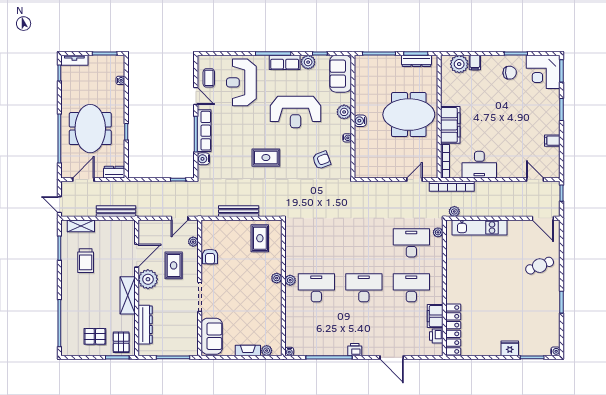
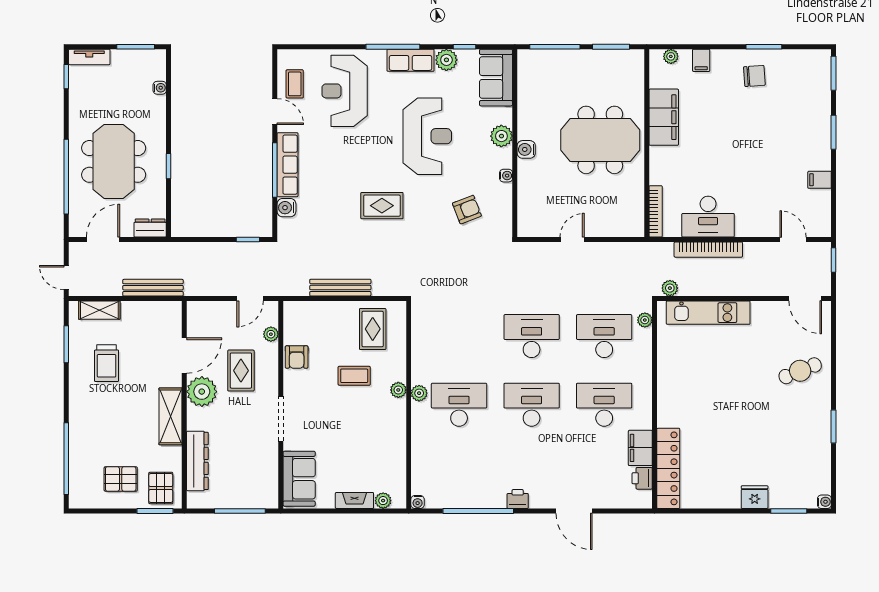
dresser: (417, 61) -> (612, 58), removed
plant: (459, 64) -> (671, 56), width x0.53, depth x0.53
corner desk: (543, 72) -> (806, 75), removed
reception desk: (295, 112) -> (427, 136), turned -90
filing cabinet: (450, 125) -> (664, 117), moved
door: (415, 180) -> (572, 239), moved
bookcase: (452, 186) -> (708, 250), moved
desk: (364, 243) -> (532, 336), added
coffee table: (248, 269) -> (354, 376), added

